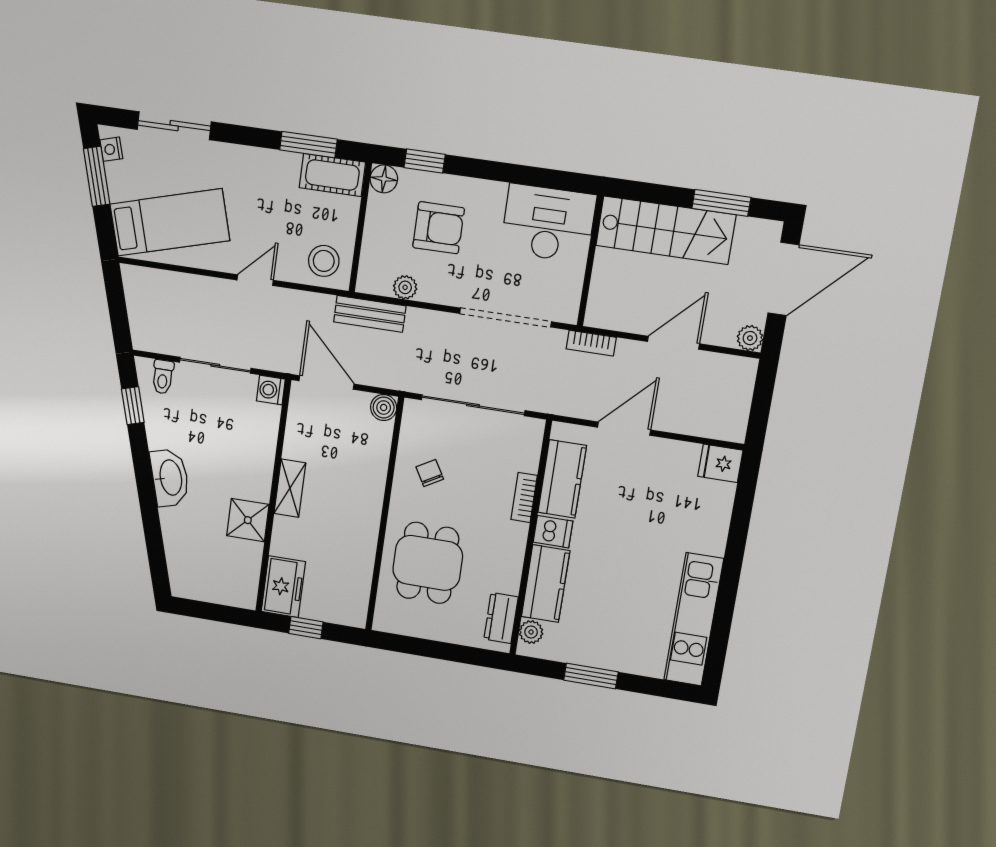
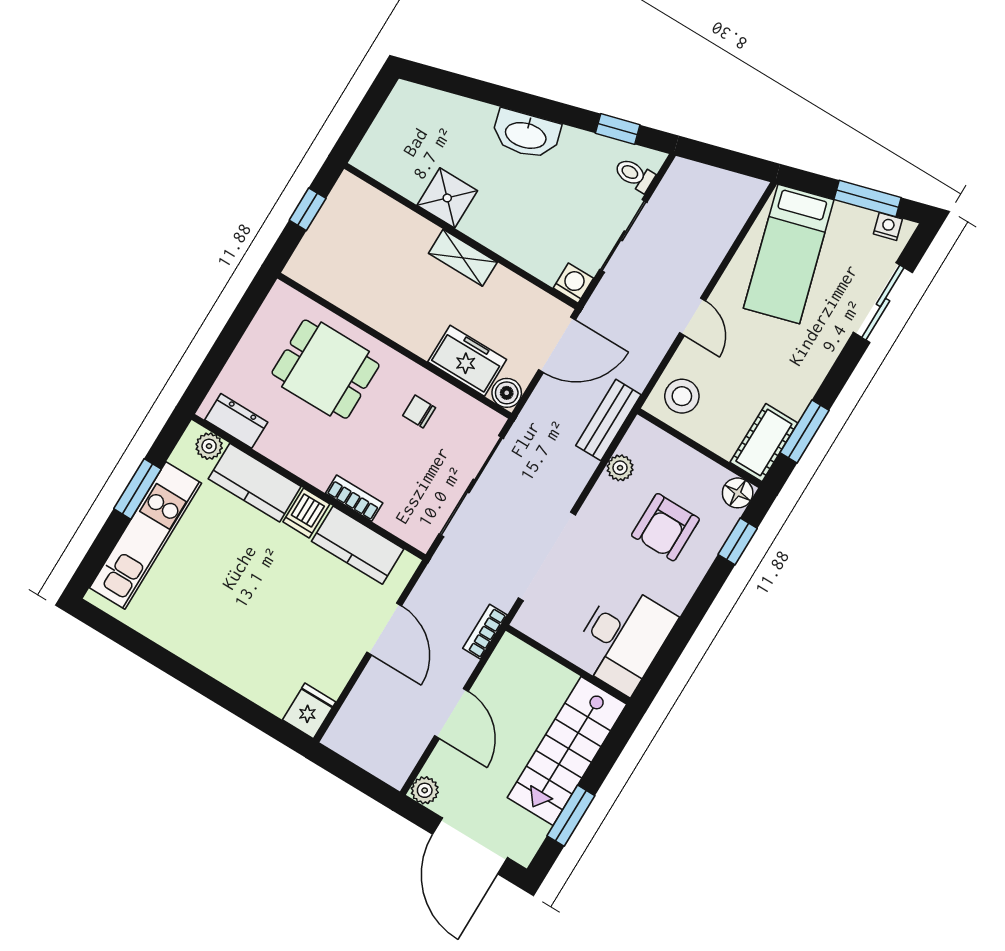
chair: (430, 473) -> (419, 412), turned -150
freezer: (283, 587) -> (467, 361), moved, turned 180
kitchen unit: (694, 619) -> (145, 535), moved, turned 90

